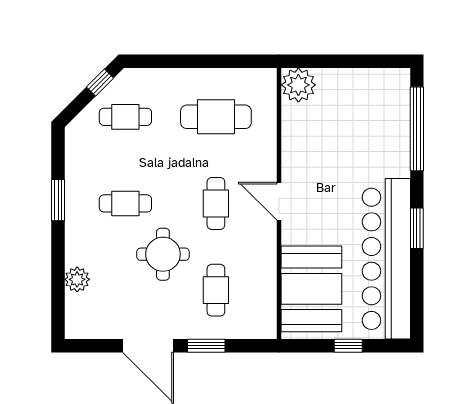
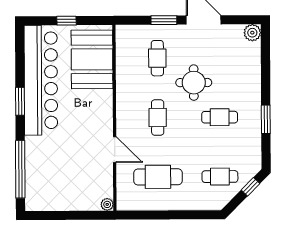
window: (100, 82) -> (250, 187), moved
plant: (298, 85) -> (107, 204), width x0.53, depth x0.53
door: (279, 201) -> (115, 150), moved
plant: (77, 279) -> (252, 33), moved

